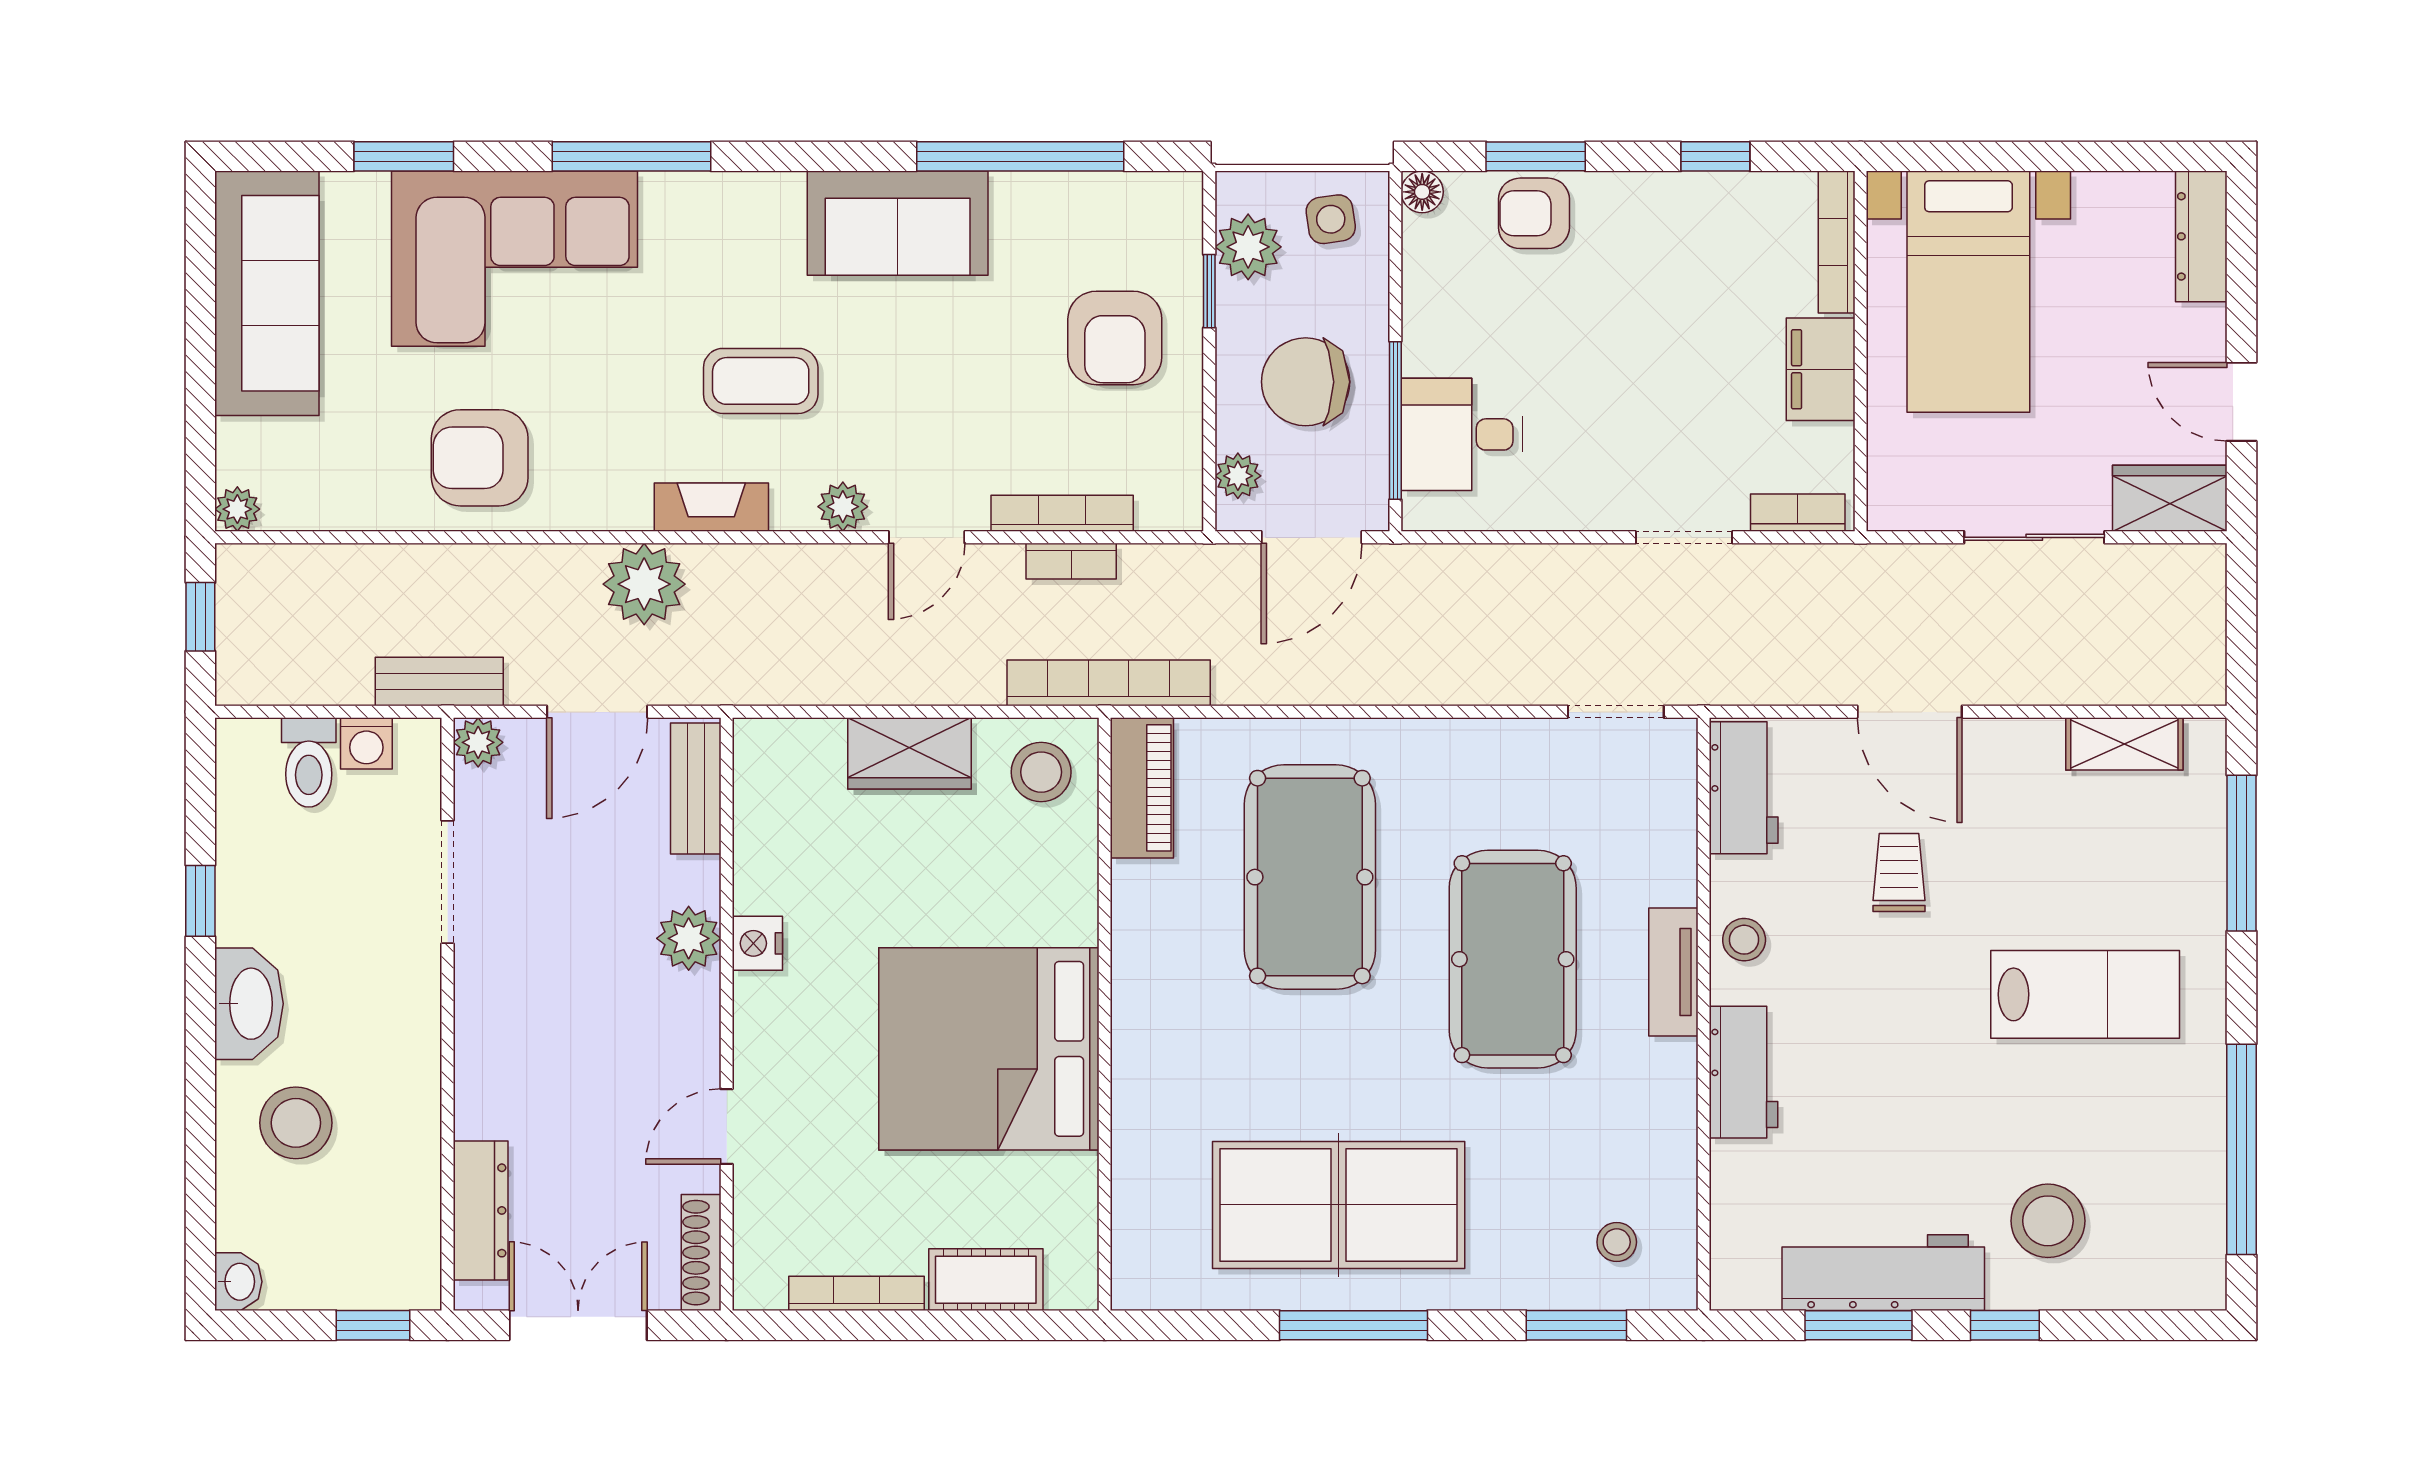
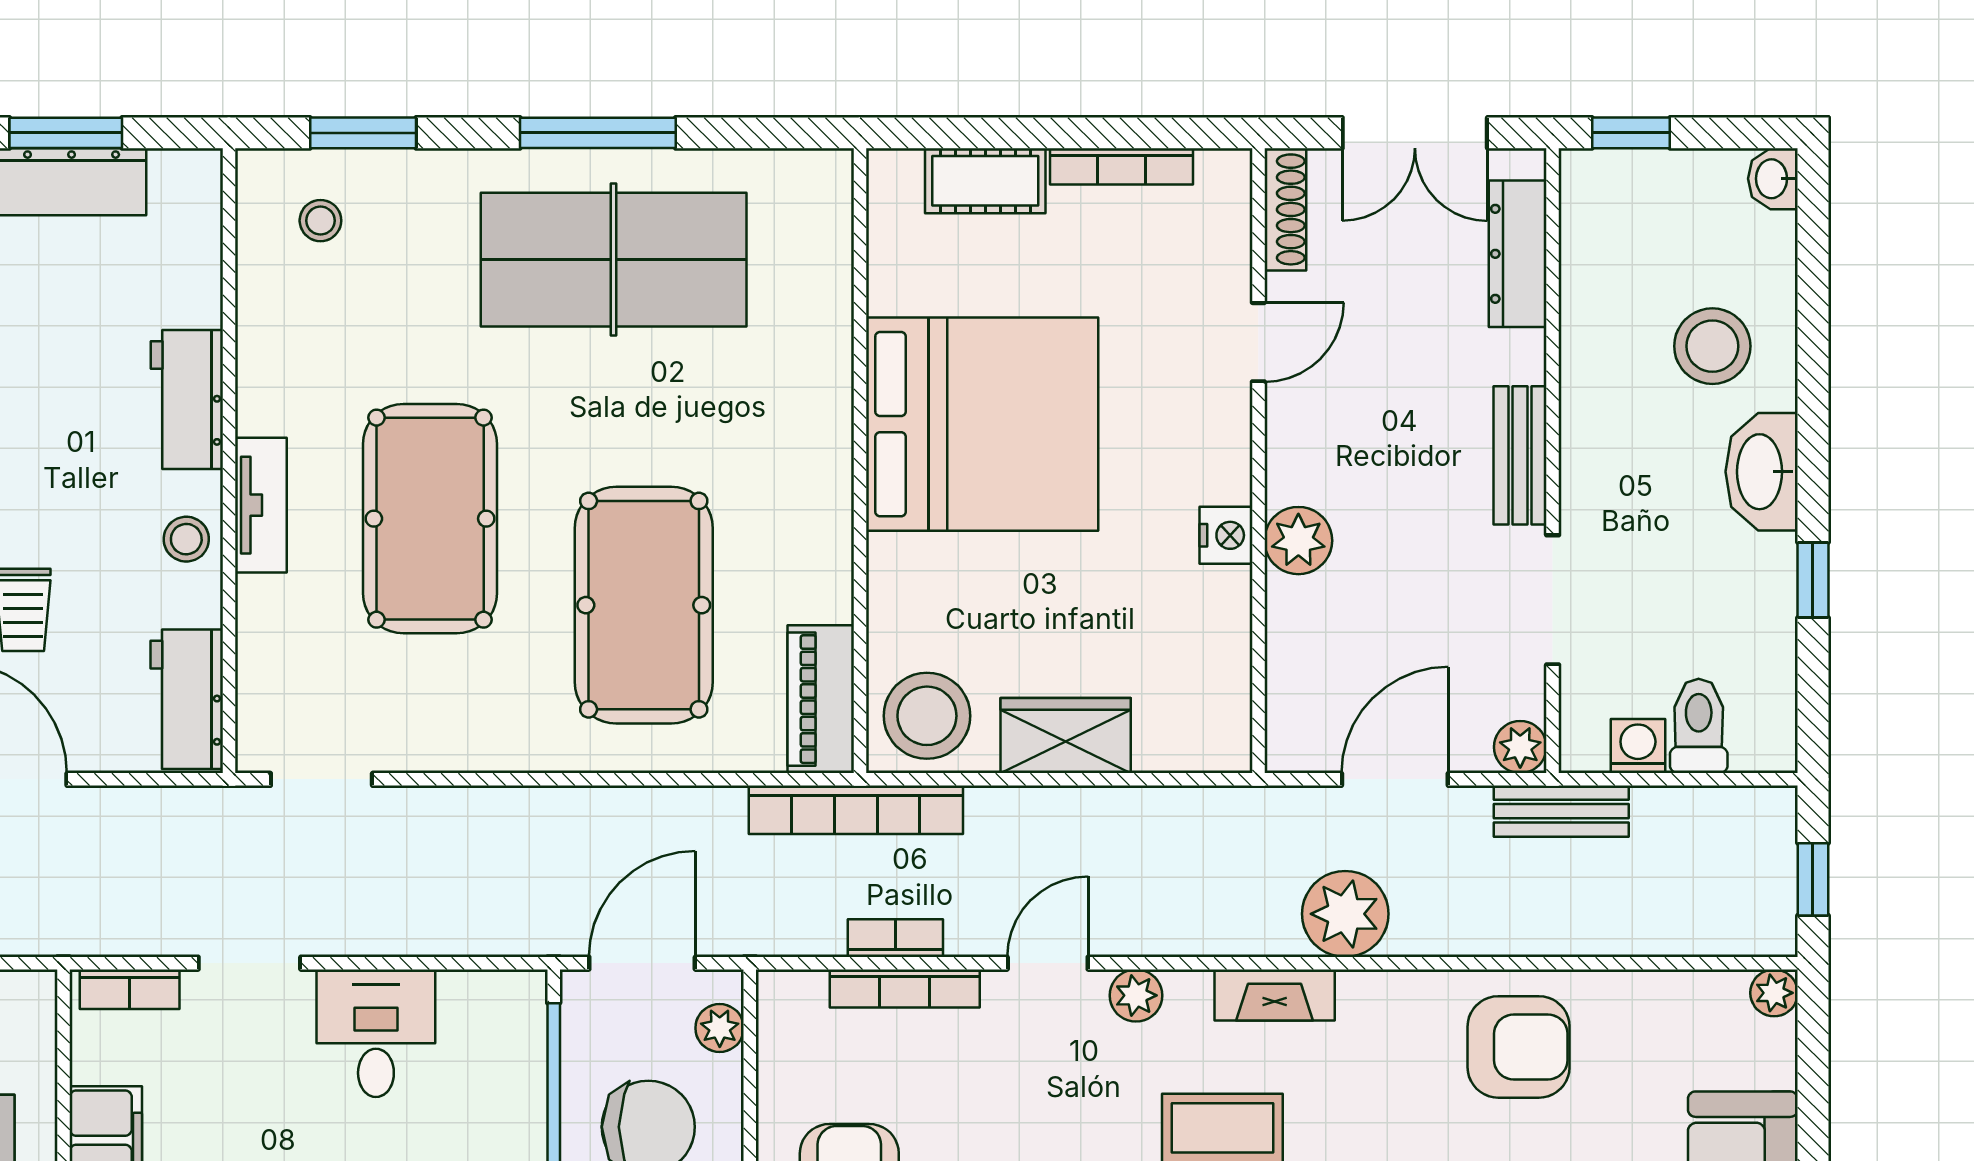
desk: (1462, 434) -> (376, 1033), moved, turned -90
stool: (1041, 772) -> (927, 716), width x1.38, depth x1.38
bench: (696, 789) -> (1520, 455), moved

